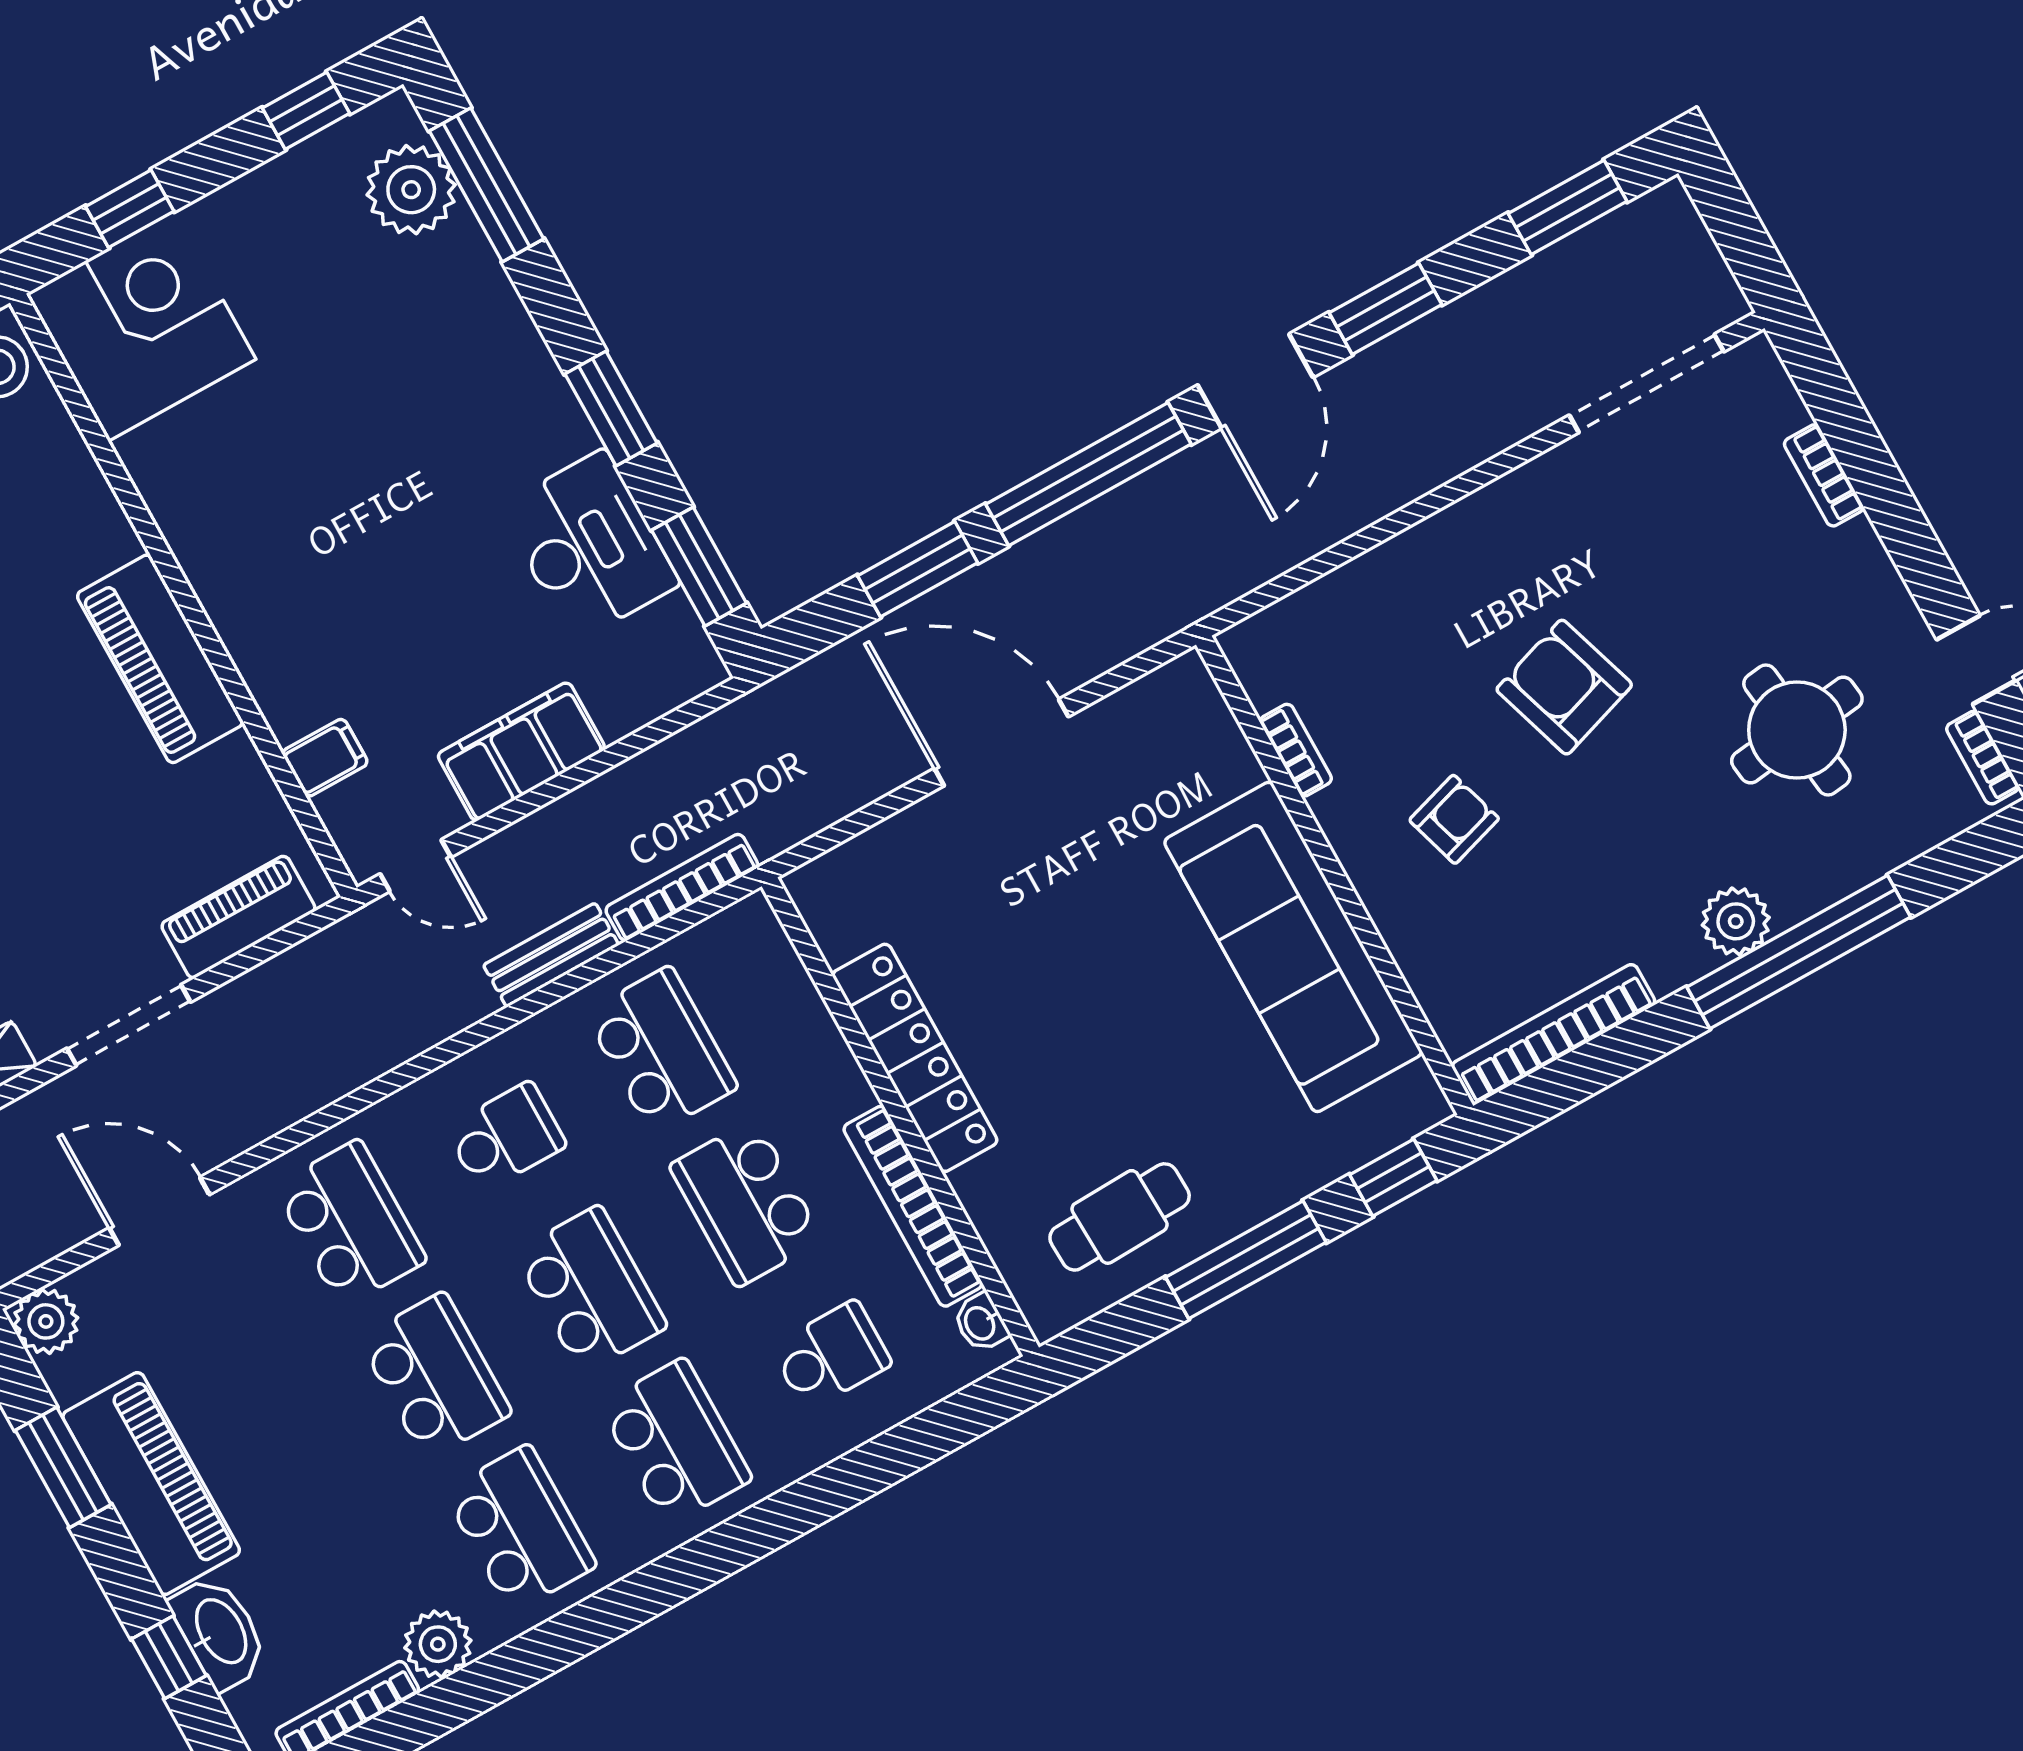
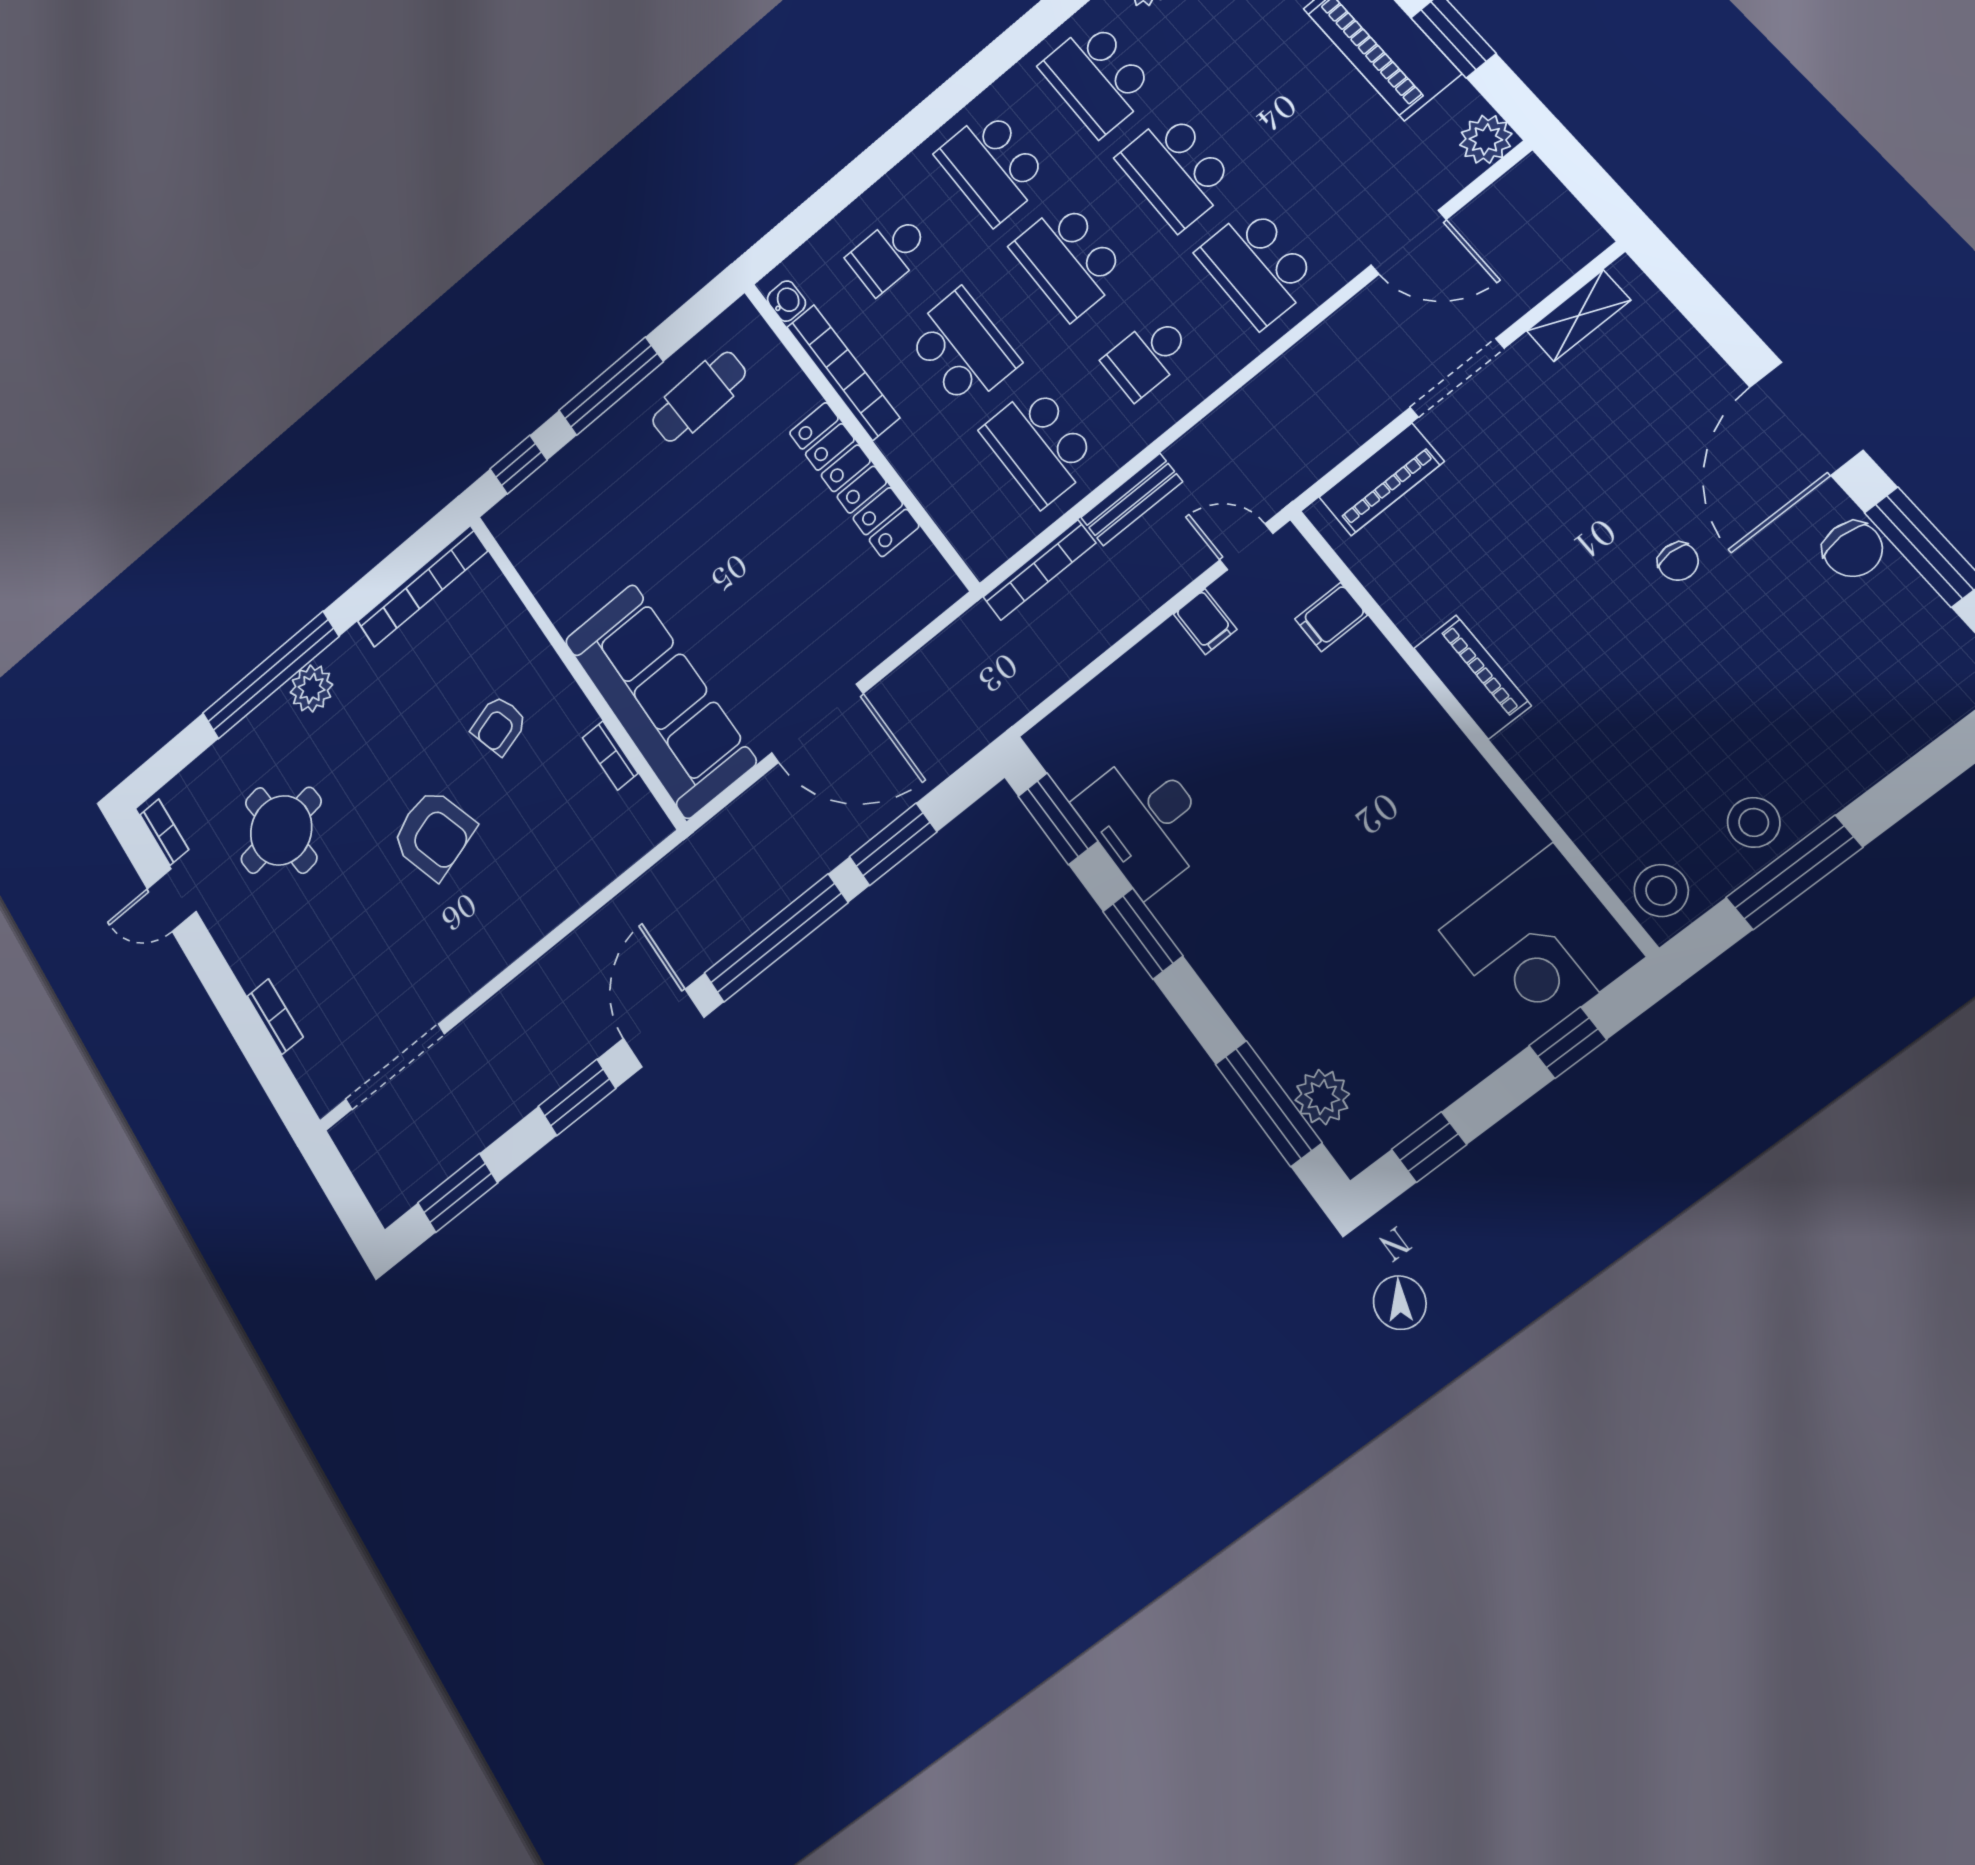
plant: (411, 190) -> (1322, 1097), width x0.73, depth x0.73
piano: (160, 659) -> (1472, 677), width x0.73, depth x0.75
filing cabinet: (521, 752) -> (1205, 622), width x0.33, depth x0.86
sofa: (1293, 947) -> (660, 700), moved

